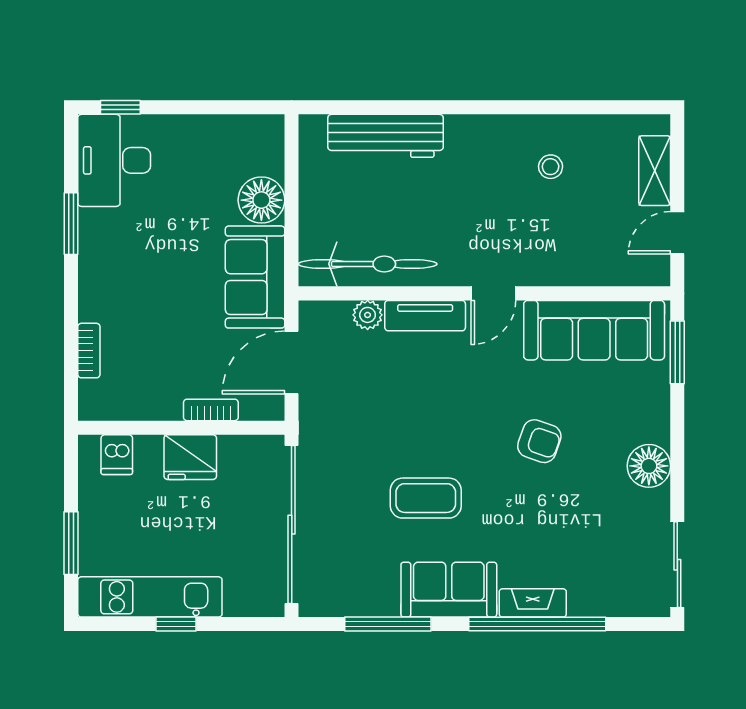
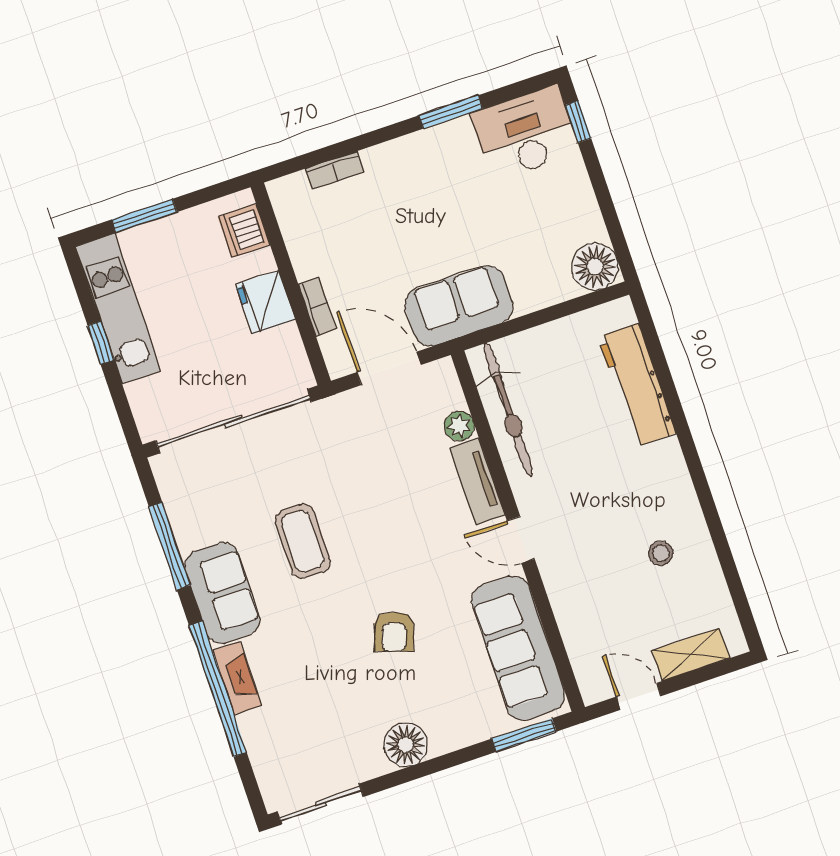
floor lamp: (261, 200) -> (595, 267), moved
dishwasher: (117, 455) -> (244, 231), width x1.38

